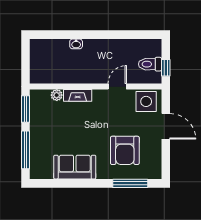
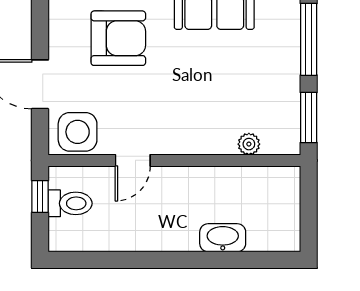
washbasin: (76, 44) -> (223, 238), width x1.91, depth x1.45
fireplace: (78, 95) -> (209, 144), removed
armchair: (125, 150) -> (118, 38), turned 90

